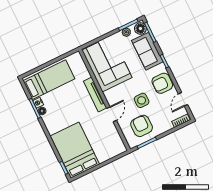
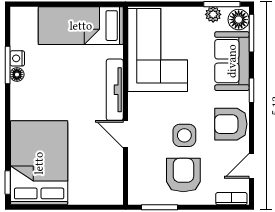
bed: (49, 80) -> (81, 26), moved, turned 180
door: (112, 114) -> (125, 134), swing flipped
armchair: (142, 126) -> (183, 175), moved

